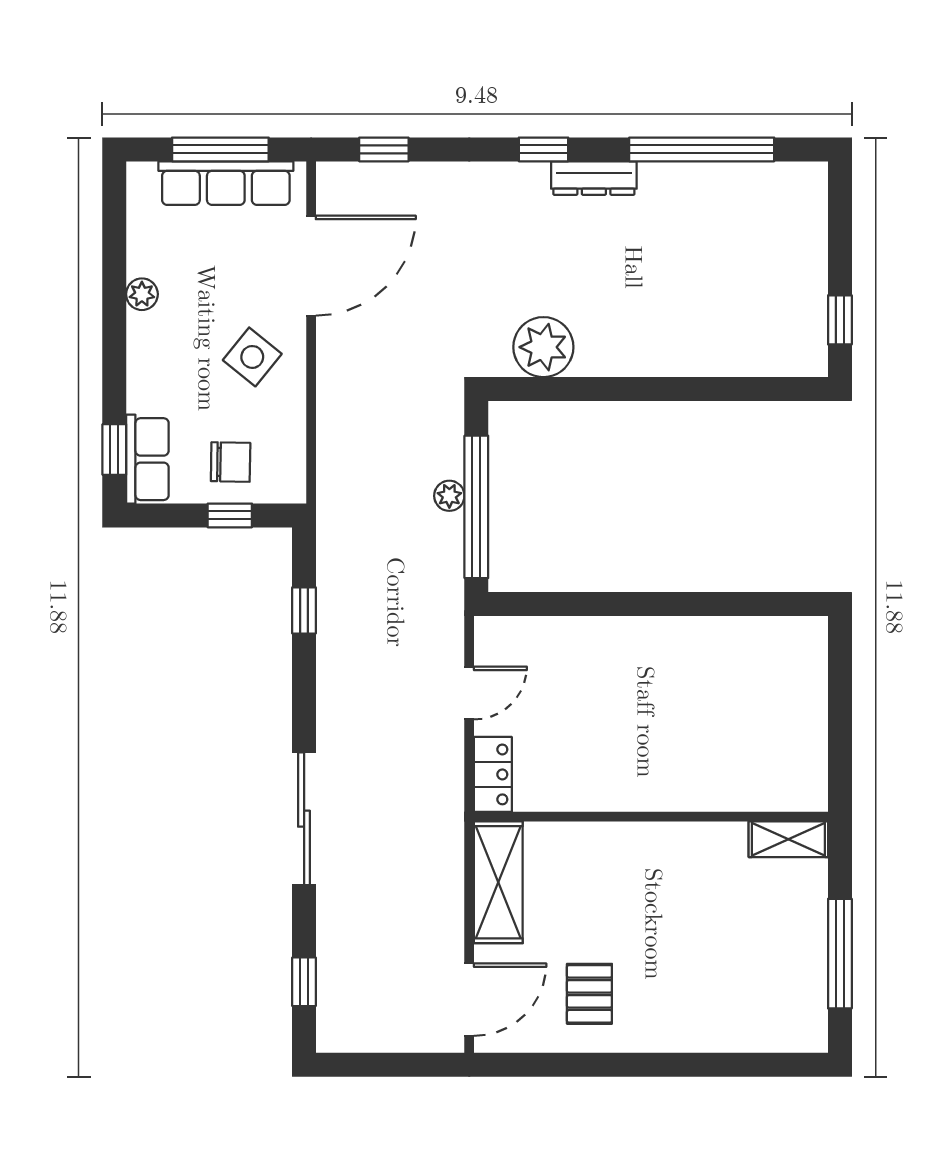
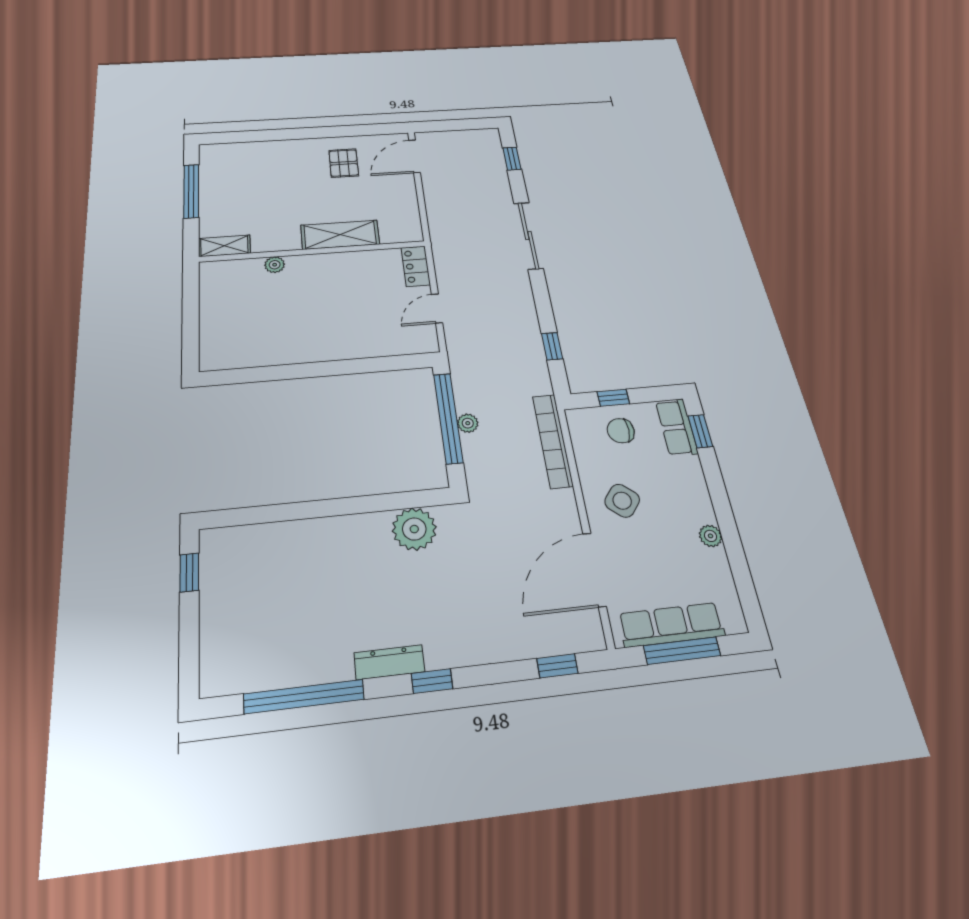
bookcase: (332, 456) -> (553, 441), added
plant: (712, 796) -> (275, 265), added
shelving: (498, 882) -> (340, 235), moved, turned 90

